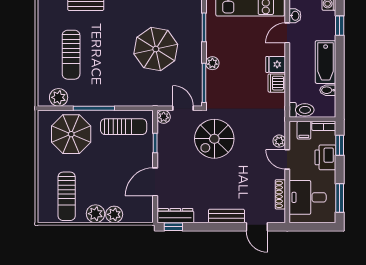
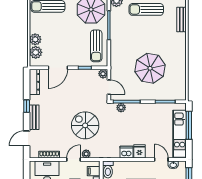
plant: (212, 63) -> (121, 108), moved
door: (183, 108) -> (109, 87), hinge flipped
spiral stairs: (214, 139) -> (85, 125), moved
door: (155, 182) -> (58, 68), swing flipped
plant: (95, 214) -> (36, 52), moved
window: (173, 227) -> (27, 106), moved

